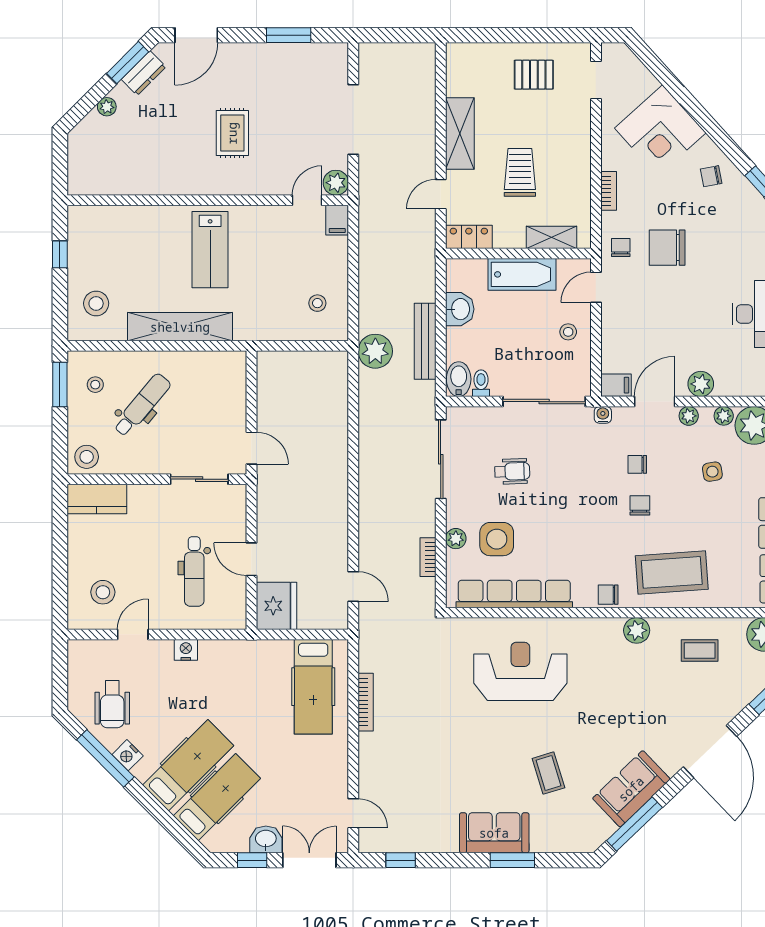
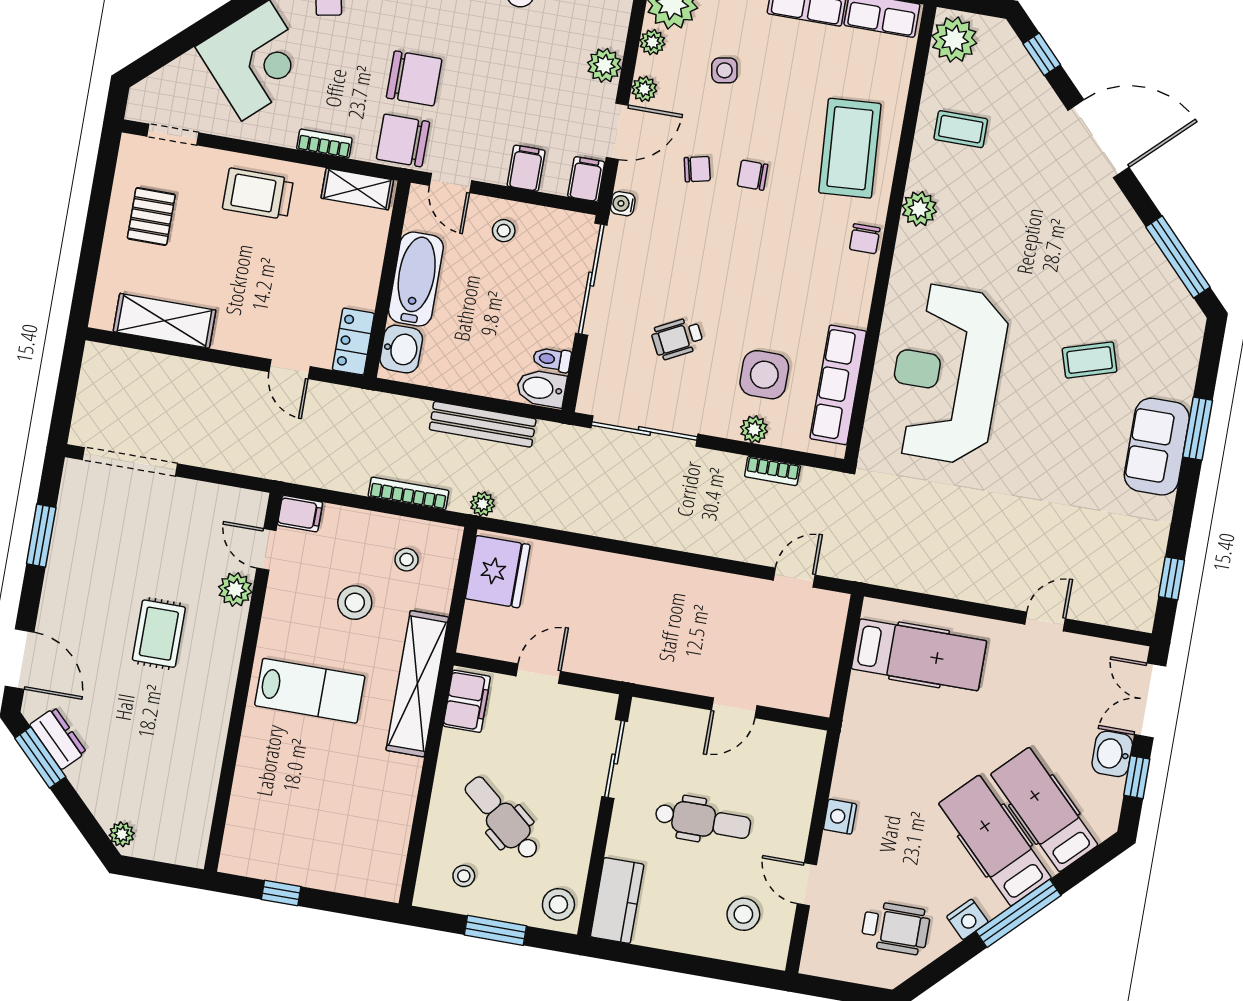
plant: (107, 107) -> (122, 834), moved
doorway: (353, 120) -> (130, 462), moved
rug: (232, 133) -> (159, 634), turned 90
shelving: (460, 134) -> (165, 321), moved
trolley: (520, 172) -> (258, 194), moved
plant: (336, 183) -> (235, 589), moved
shelving: (552, 237) -> (357, 189), moved, turned 90
chair: (621, 247) -> (403, 140), width x1.87, depth x1.87
chair: (667, 248) -> (414, 78), turned -90
stool: (96, 303) -> (355, 603), moved
washbasin: (460, 309) -> (401, 349), moved, turned 90
shelving: (180, 327) -> (417, 684), moved
filing cabinet: (616, 340) -> (526, 168), added
plant: (375, 351) -> (483, 504), width x0.53, depth x0.53
filing cabinet: (222, 365) -> (467, 701), added
window: (60, 384) -> (495, 930), moved
door: (655, 402) -> (617, 131), swing flipped
door: (251, 448) -> (538, 674), moved
chair: (637, 464) -> (697, 169), turned -103
wheelchair: (512, 471) -> (677, 338), turned -115
dental chair: (194, 571) -> (703, 821), moved
row of seats: (514, 594) -> (838, 385), width x0.73
fridge: (276, 606) -> (498, 572), moved, turned 90
coffee table: (700, 650) -> (961, 129), turned 90
reception desk: (520, 671) -> (947, 374), width x1.36, depth x1.30
bookcase: (366, 702) -> (408, 493), moved
window: (105, 758) -> (1018, 913), moved
sofa: (631, 789) -> (1130, 253), removed
door: (353, 813) -> (1045, 621), moved

